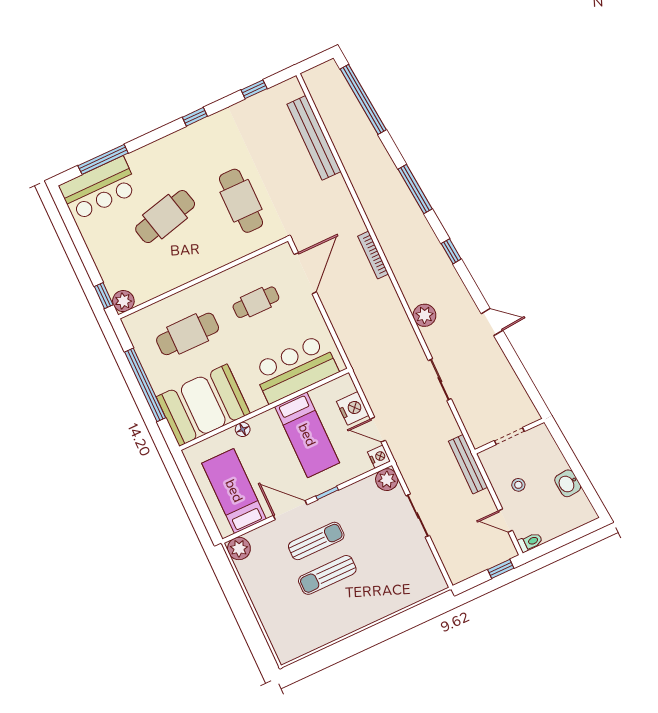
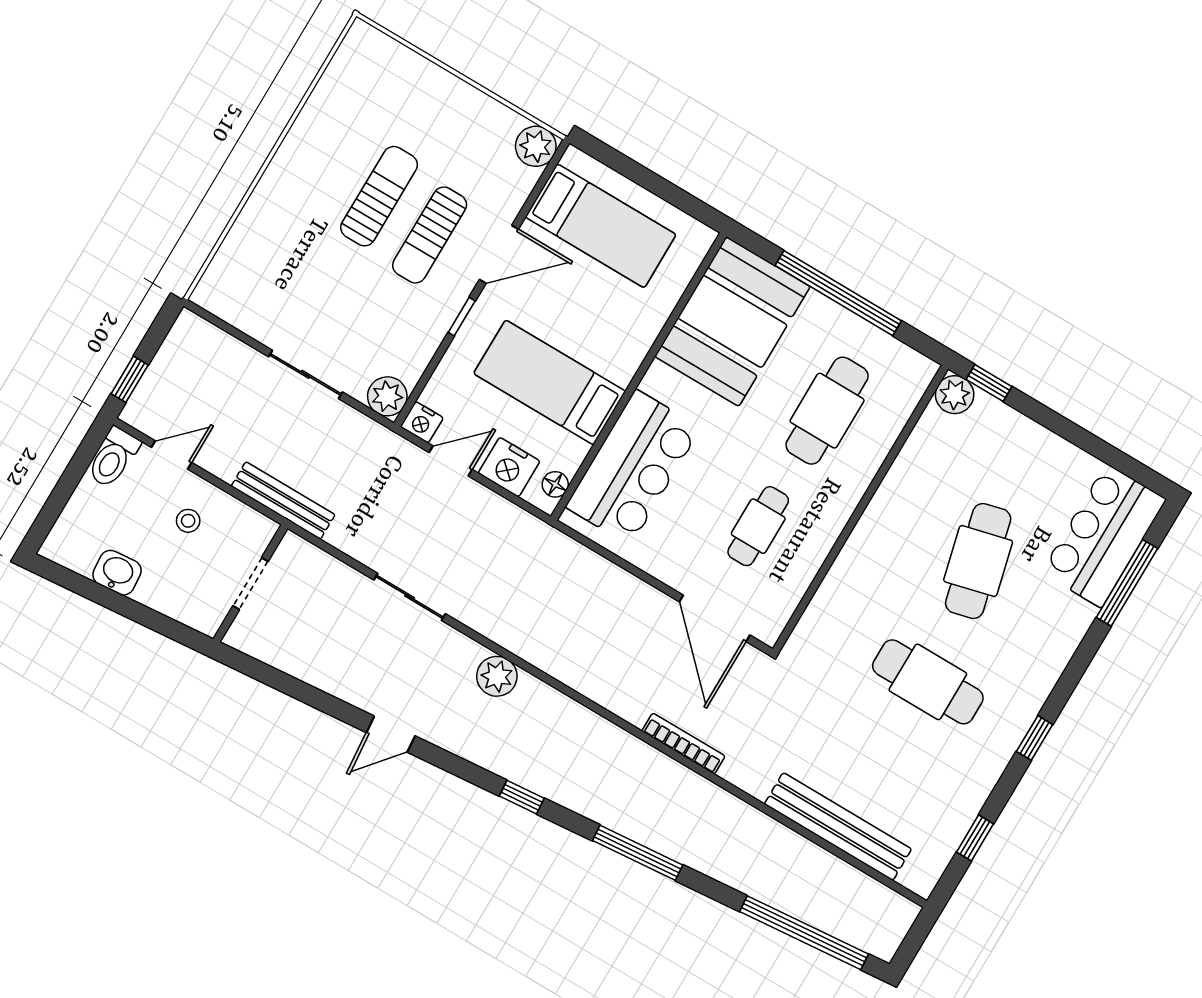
cafe table: (241, 201) -> (928, 682), moved
bookcase: (373, 255) -> (683, 744), moved
floor lamp: (243, 429) -> (555, 484), moved
toilet: (530, 542) -> (113, 458), width x1.37, depth x1.39

